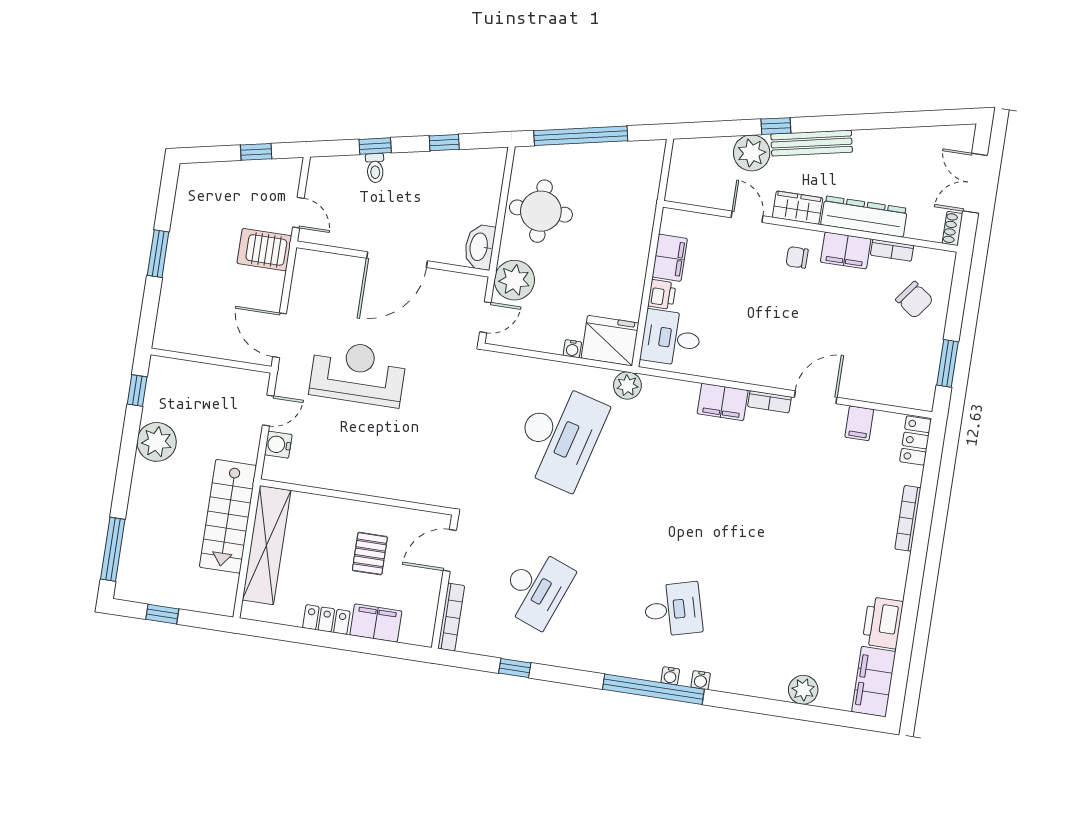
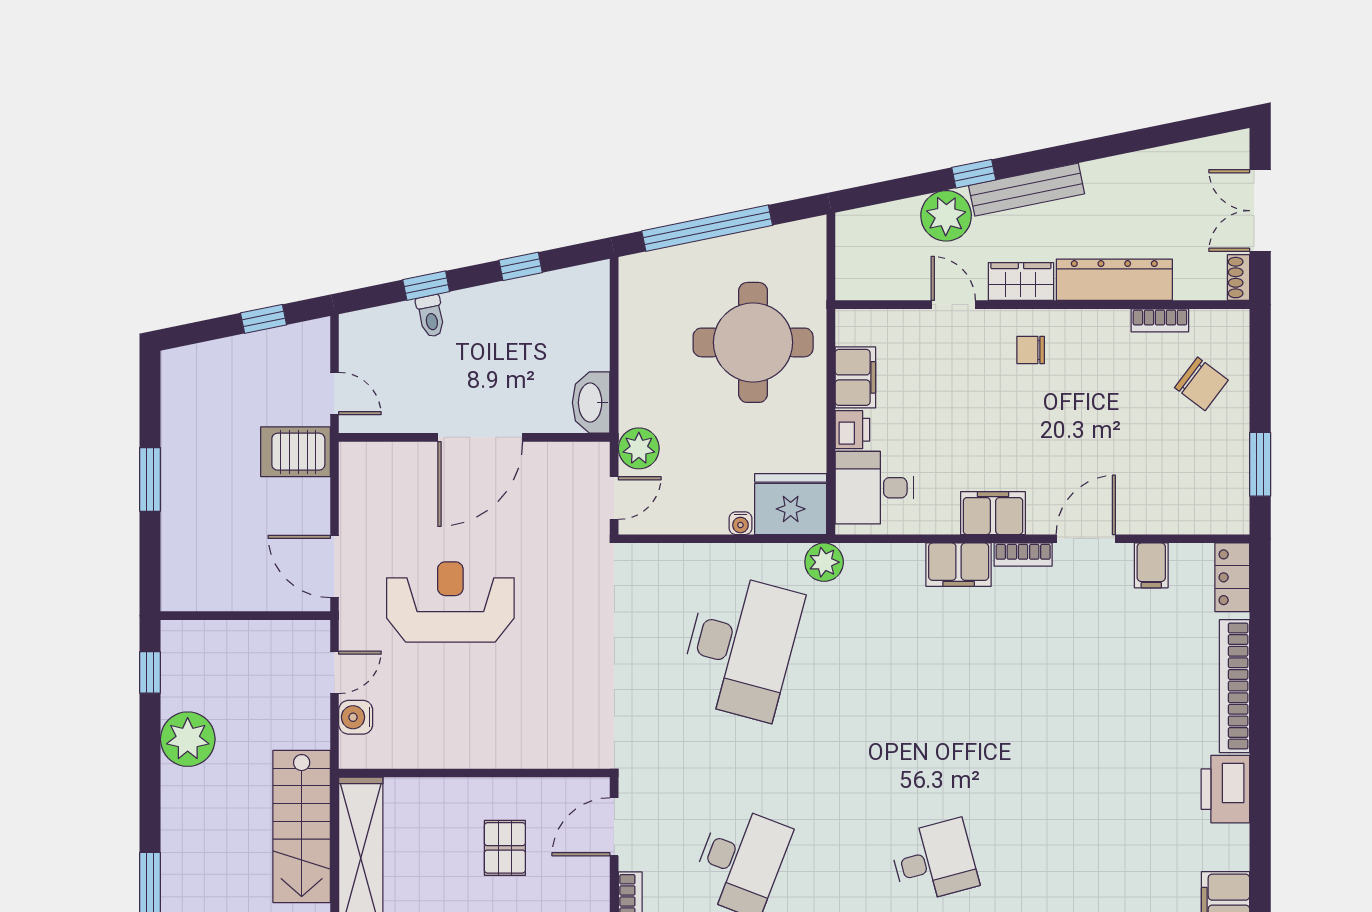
round table: (541, 211) -> (753, 342), moved, width x1.36, depth x1.36
filing cabinet: (846, 250) -> (993, 513), moved, turned 180
plant: (514, 280) -> (639, 448), width x0.73, depth x0.73
bookcase: (908, 518) -> (1234, 686), width x1.48, depth x1.31
printer: (883, 623) -> (1225, 789), moved

